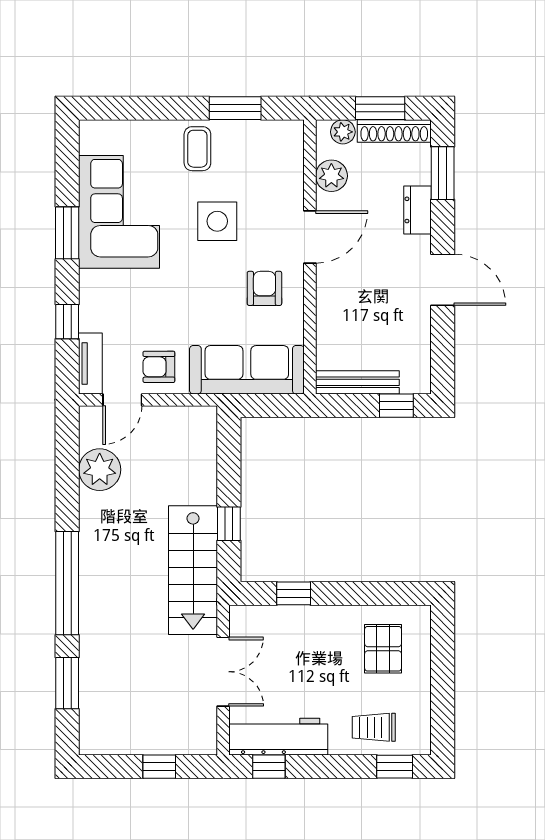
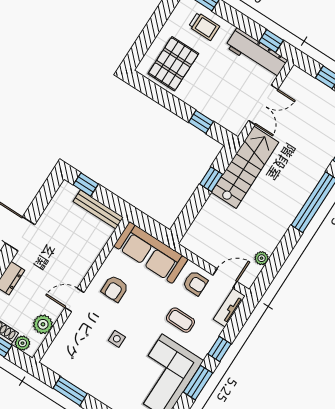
coffee table: (197, 149) -> (180, 320), moved, turned 90
side table: (217, 221) -> (117, 339), width x0.54, depth x0.54
door: (310, 237) -> (74, 300), width x0.73
window: (67, 322) -> (220, 349), moved
plant: (100, 470) -> (262, 258), width x0.53, depth x0.53
pallet: (383, 649) -> (173, 64), width x1.50, depth x1.42
double door: (223, 672) -> (263, 105), swing flipped

